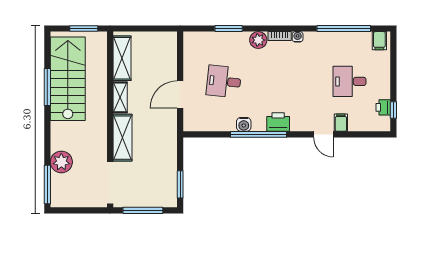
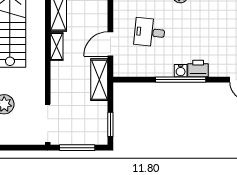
water cooler: (244, 124) -> (181, 71), moved
shelving: (122, 138) -> (99, 80), moved

